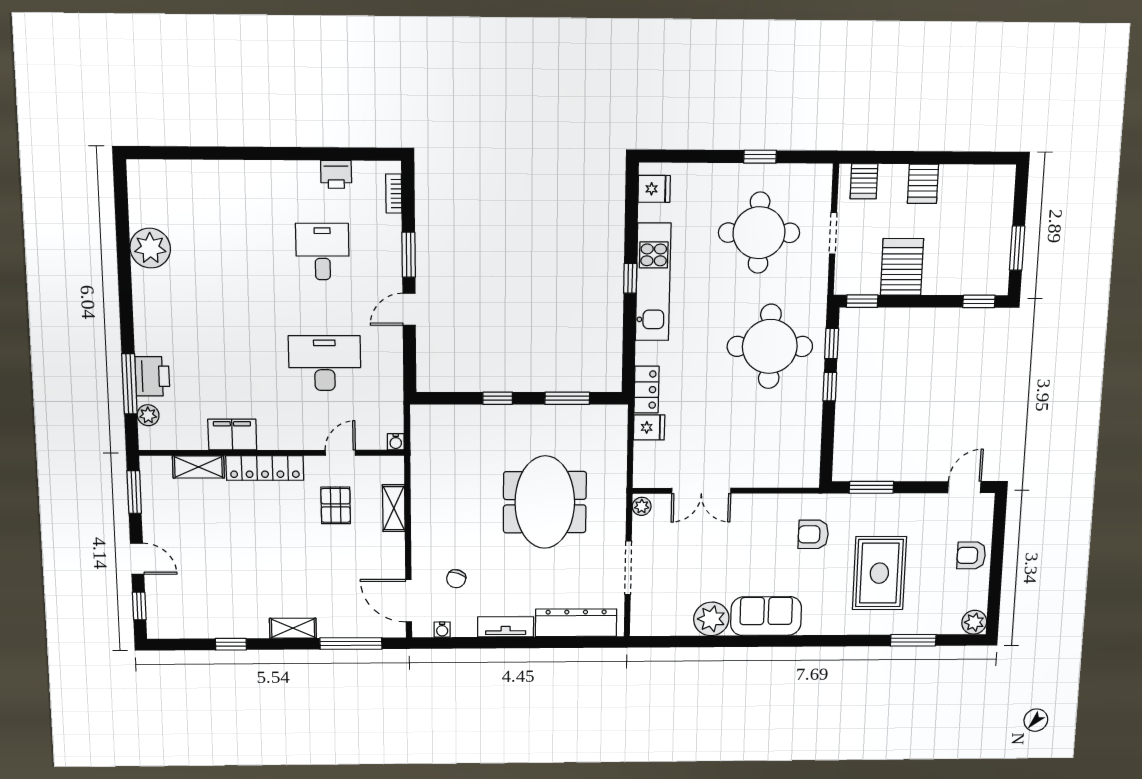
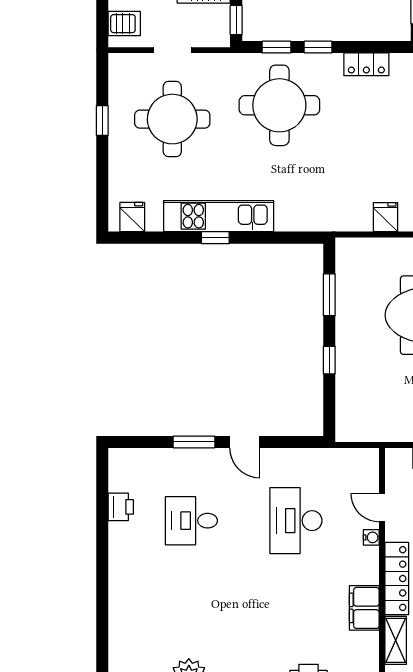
bookcase: (394, 194) -> (138, 455), removed
locker: (646, 390) -> (366, 64), moved, turned 180
fridge: (649, 427) -> (385, 217), moved
water cooler: (396, 442) -> (371, 537), moved

